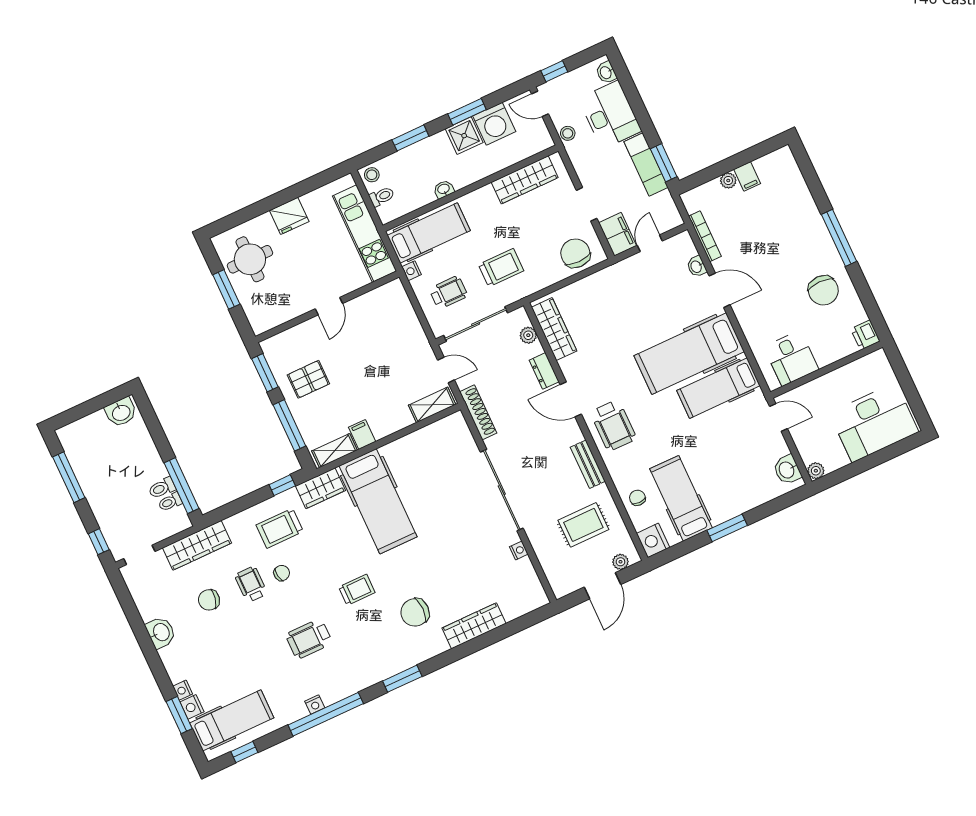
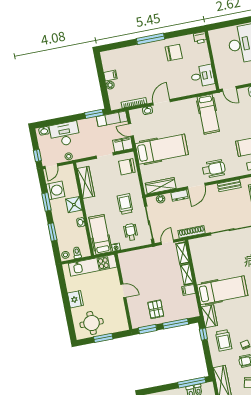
shower: (464, 136) -> (74, 205), moved
exam couch: (646, 165) -> (112, 119), moved
hospital bed: (689, 354) -> (162, 149), moved, turned -90
door: (778, 417) -> (229, 89), swing flipped
shelving: (335, 451) -> (187, 274), moved

